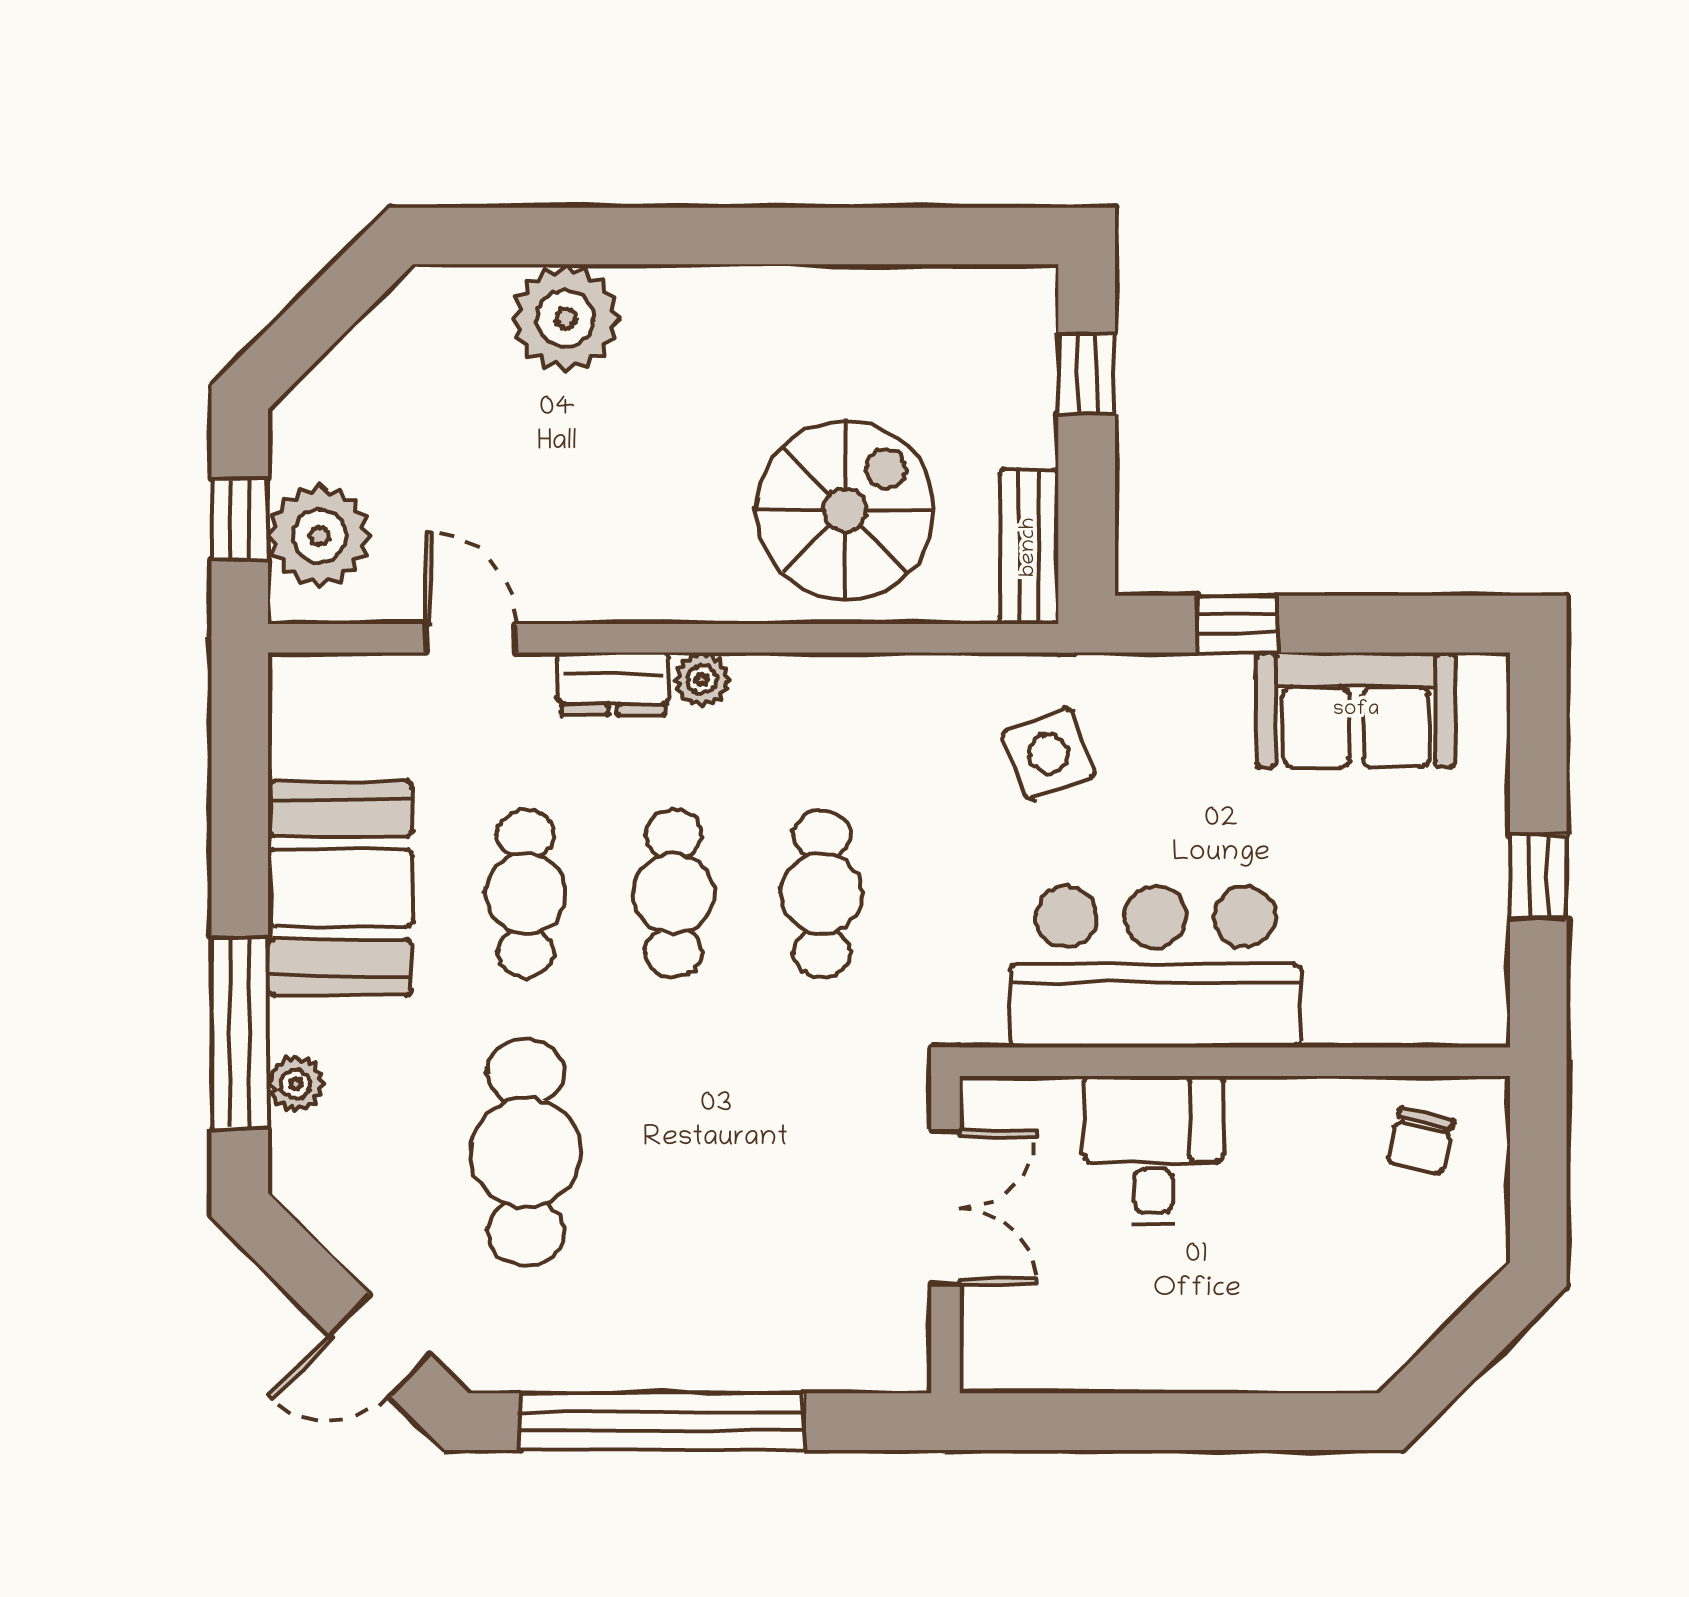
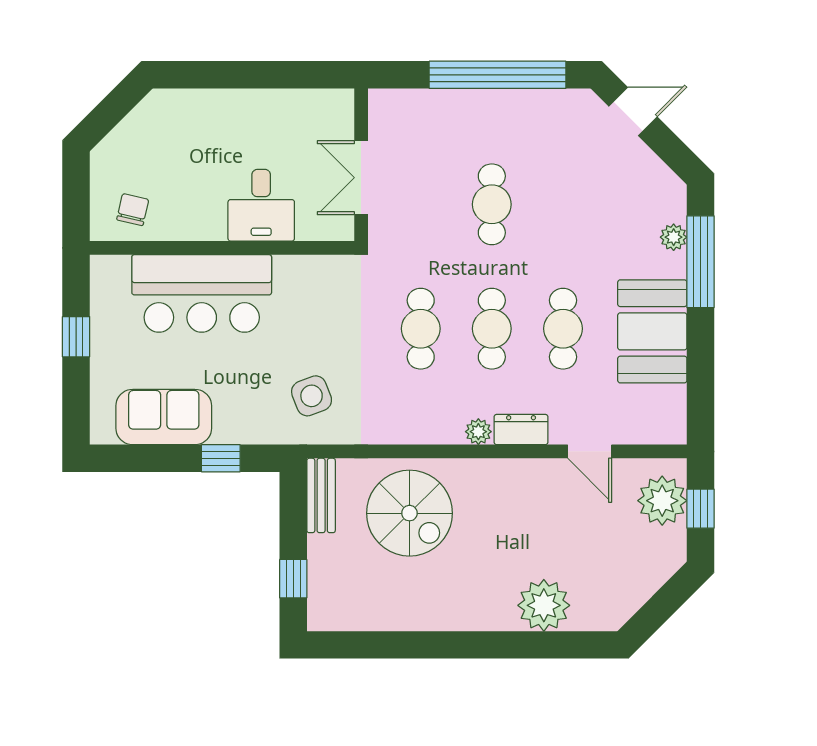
spiral stairs: (845, 510) -> (409, 513), turned -90
bar counter: (1156, 967) -> (202, 293), moved
cafe table: (526, 1152) -> (492, 204), moved, width x0.73, depth x0.74

